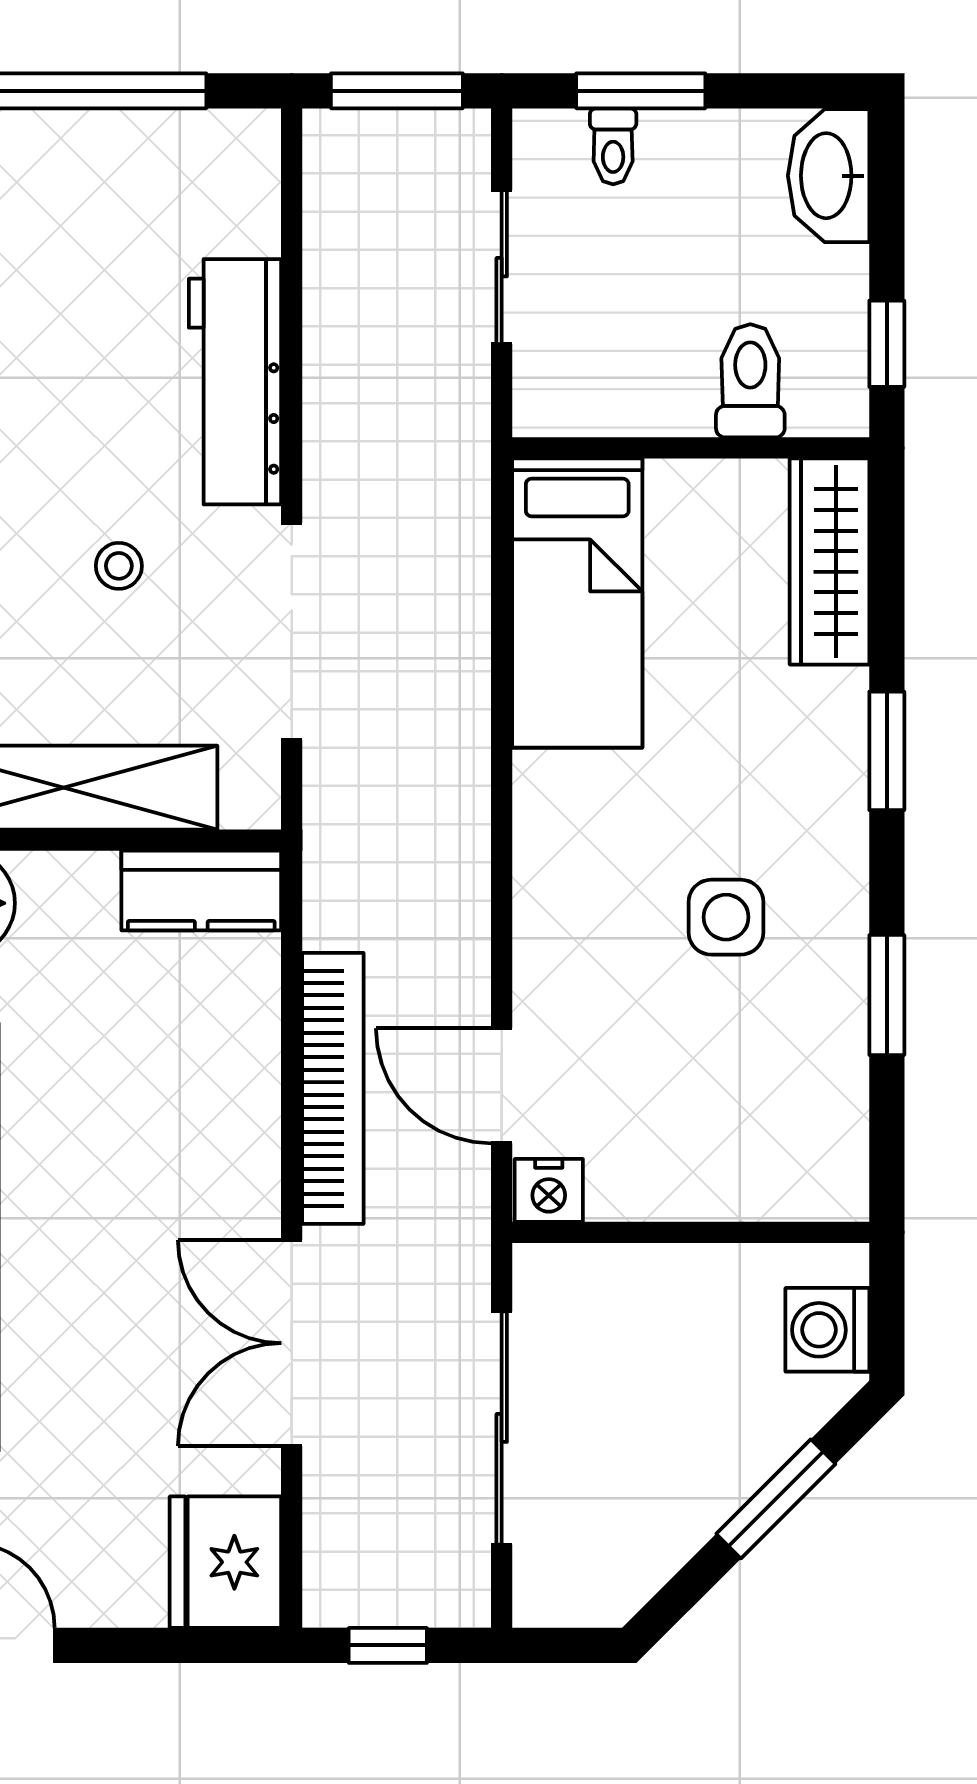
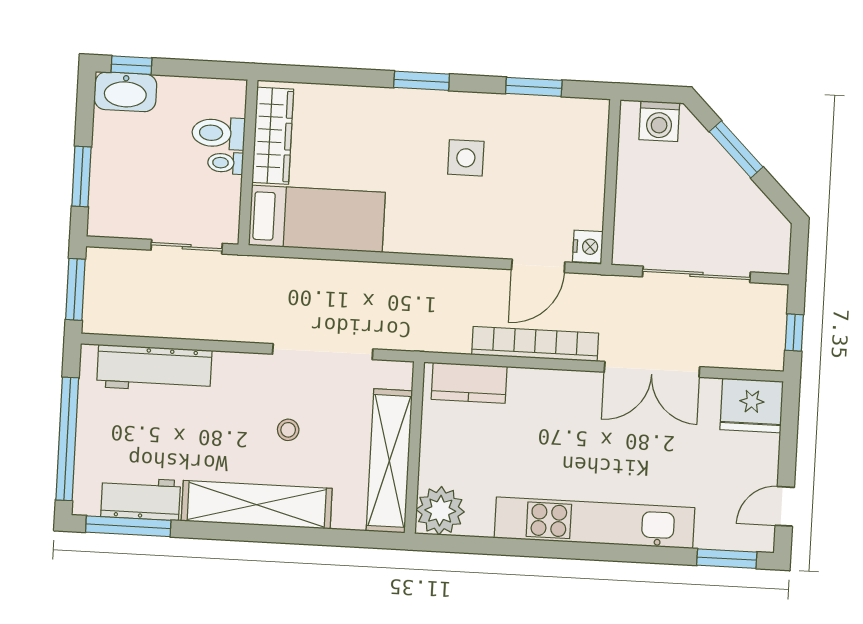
toilet: (613, 146) -> (225, 163), moved, turned 180
sliding door: (502, 267) -> (187, 247), moved
window: (887, 344) -> (131, 65), moved
workbench: (235, 382) -> (154, 369), moved
wardrobe: (829, 561) -> (273, 136), moved, turned -90
window: (887, 751) -> (422, 81), moved
kitchen counter: (201, 891) -> (469, 383), moved, turned 90
window: (887, 995) -> (534, 87), moved

